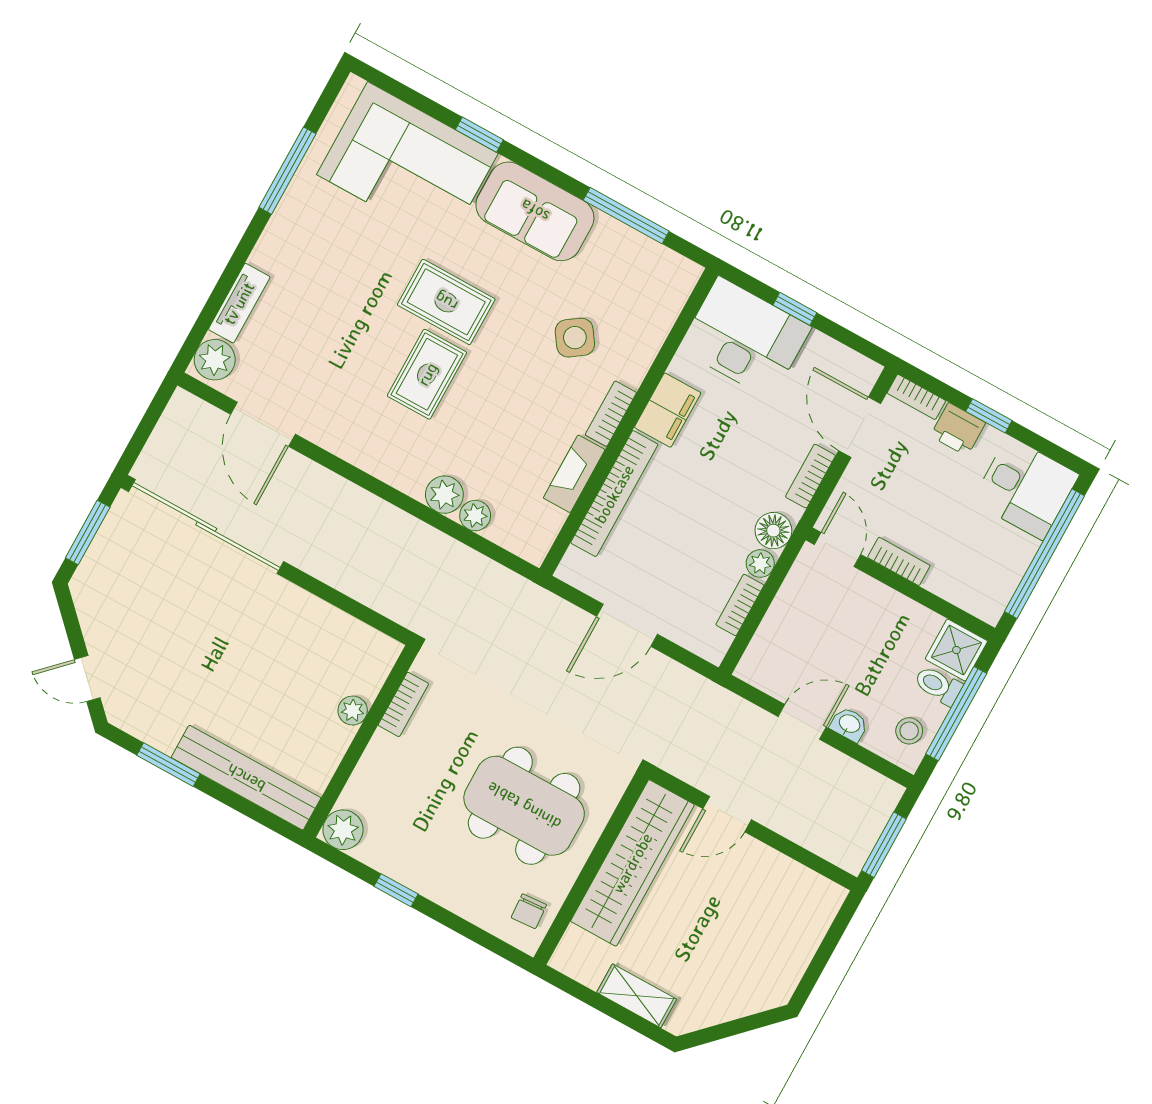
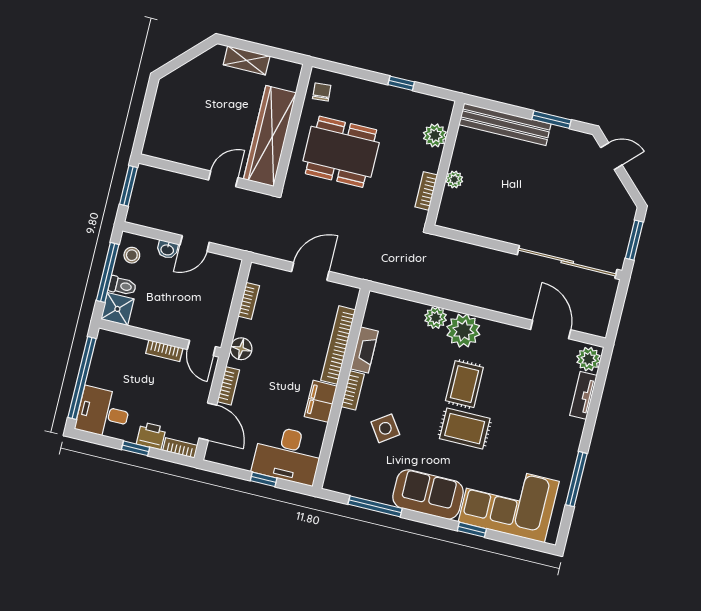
plant: (475, 516) -> (463, 331), moved, width x1.88, depth x1.88
plant: (760, 563) -> (244, 328), removed
plant: (343, 830) -> (435, 135), moved

